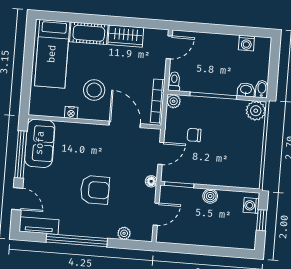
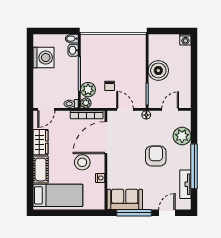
washing machine: (246, 43) -> (44, 58), width x1.89, depth x1.89
door: (169, 47) -> (46, 109), swing flipped
plant: (256, 111) -> (88, 90), moved
door: (125, 124) -> (106, 138), width x1.36
boiler: (210, 196) -> (158, 70), width x1.86, depth x1.86
washing machine: (251, 205) -> (185, 40), moved
door: (156, 214) -> (170, 109), hinge flipped
window: (262, 220) -> (169, 31), removed
tv unit: (39, 226) -> (185, 184), moved
plant: (124, 233) -> (182, 136), width x1.88, depth x1.88

